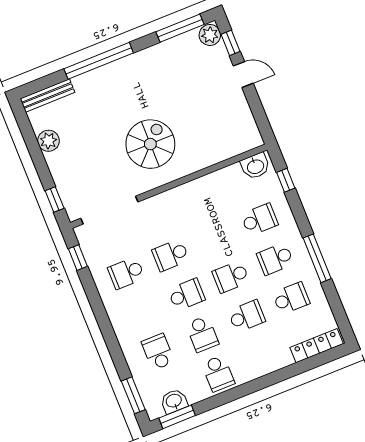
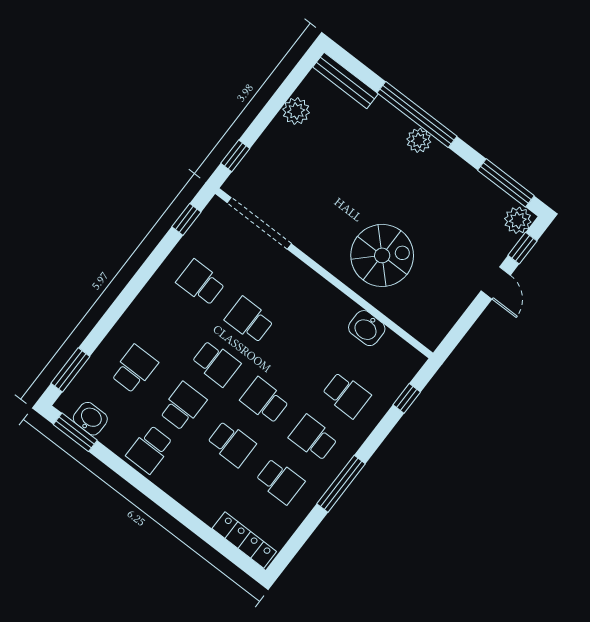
plant: (117, 70) -> (419, 140), added
spiral stairs: (150, 144) -> (382, 255), moved
washbasin: (255, 166) -> (367, 328), moved
school desk: (202, 334) -> (183, 406), turned 180

